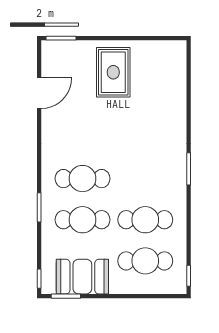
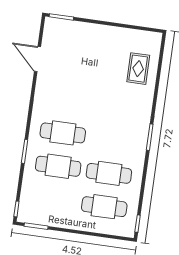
rug: (113, 72) -> (138, 69), moved, width x0.73, depth x0.70
door: (39, 93) -> (38, 59), swing flipped
booth: (82, 277) -> (52, 212), removed

